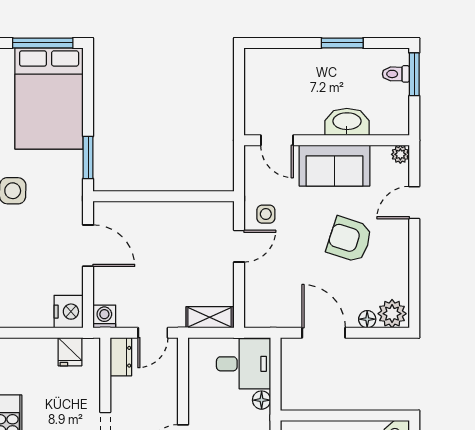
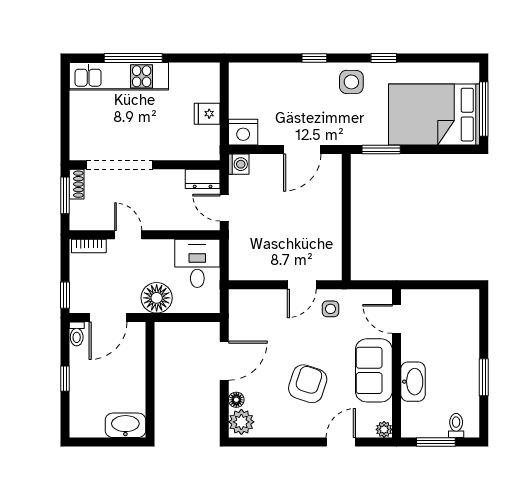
window: (414, 74) -> (436, 442), moved
door: (277, 140) -> (397, 319), hinge flipped
door: (414, 203) -> (341, 442), hinge flipped
door: (239, 246) -> (302, 285), hinge flipped
shelving: (210, 317) -> (238, 258), removed
fridge: (70, 352) -> (207, 114), moved
desk: (244, 364) -> (197, 263), moved, turned 180
floor lamp: (262, 400) -> (157, 298), width x1.89, depth x1.89

